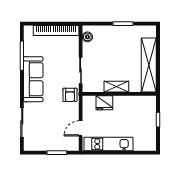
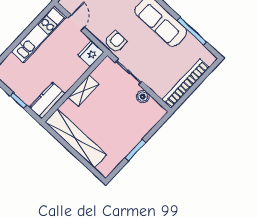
boiler: (87, 37) -> (143, 97), moved
armchair: (70, 95) -> (115, 42), turned 90
fridge: (104, 103) -> (91, 54), moved
kitchen counter: (142, 103) -> (47, 101), added

